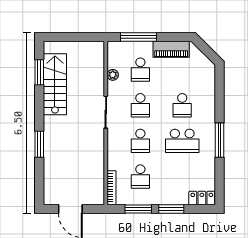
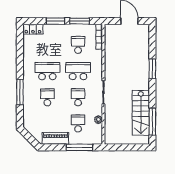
window: (39, 72) -> (152, 122), width x1.44
window: (220, 140) -> (20, 92), moved
school desk: (140, 141) -> (78, 71), width x1.85

